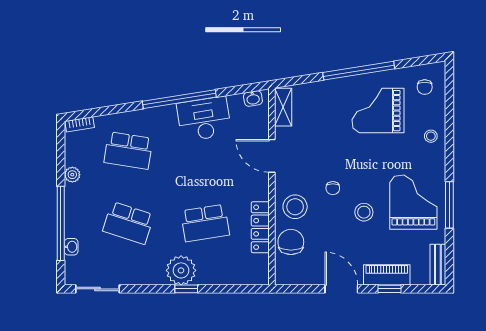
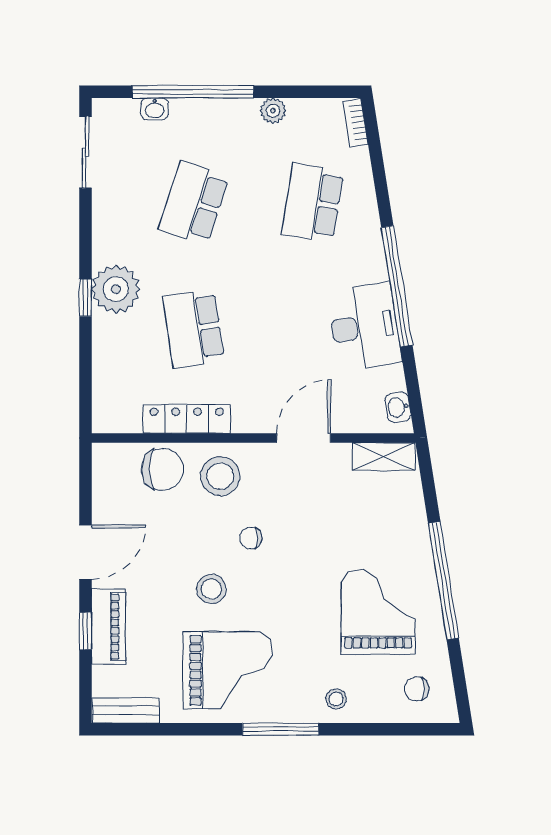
window: (449, 205) -> (281, 729), moved

